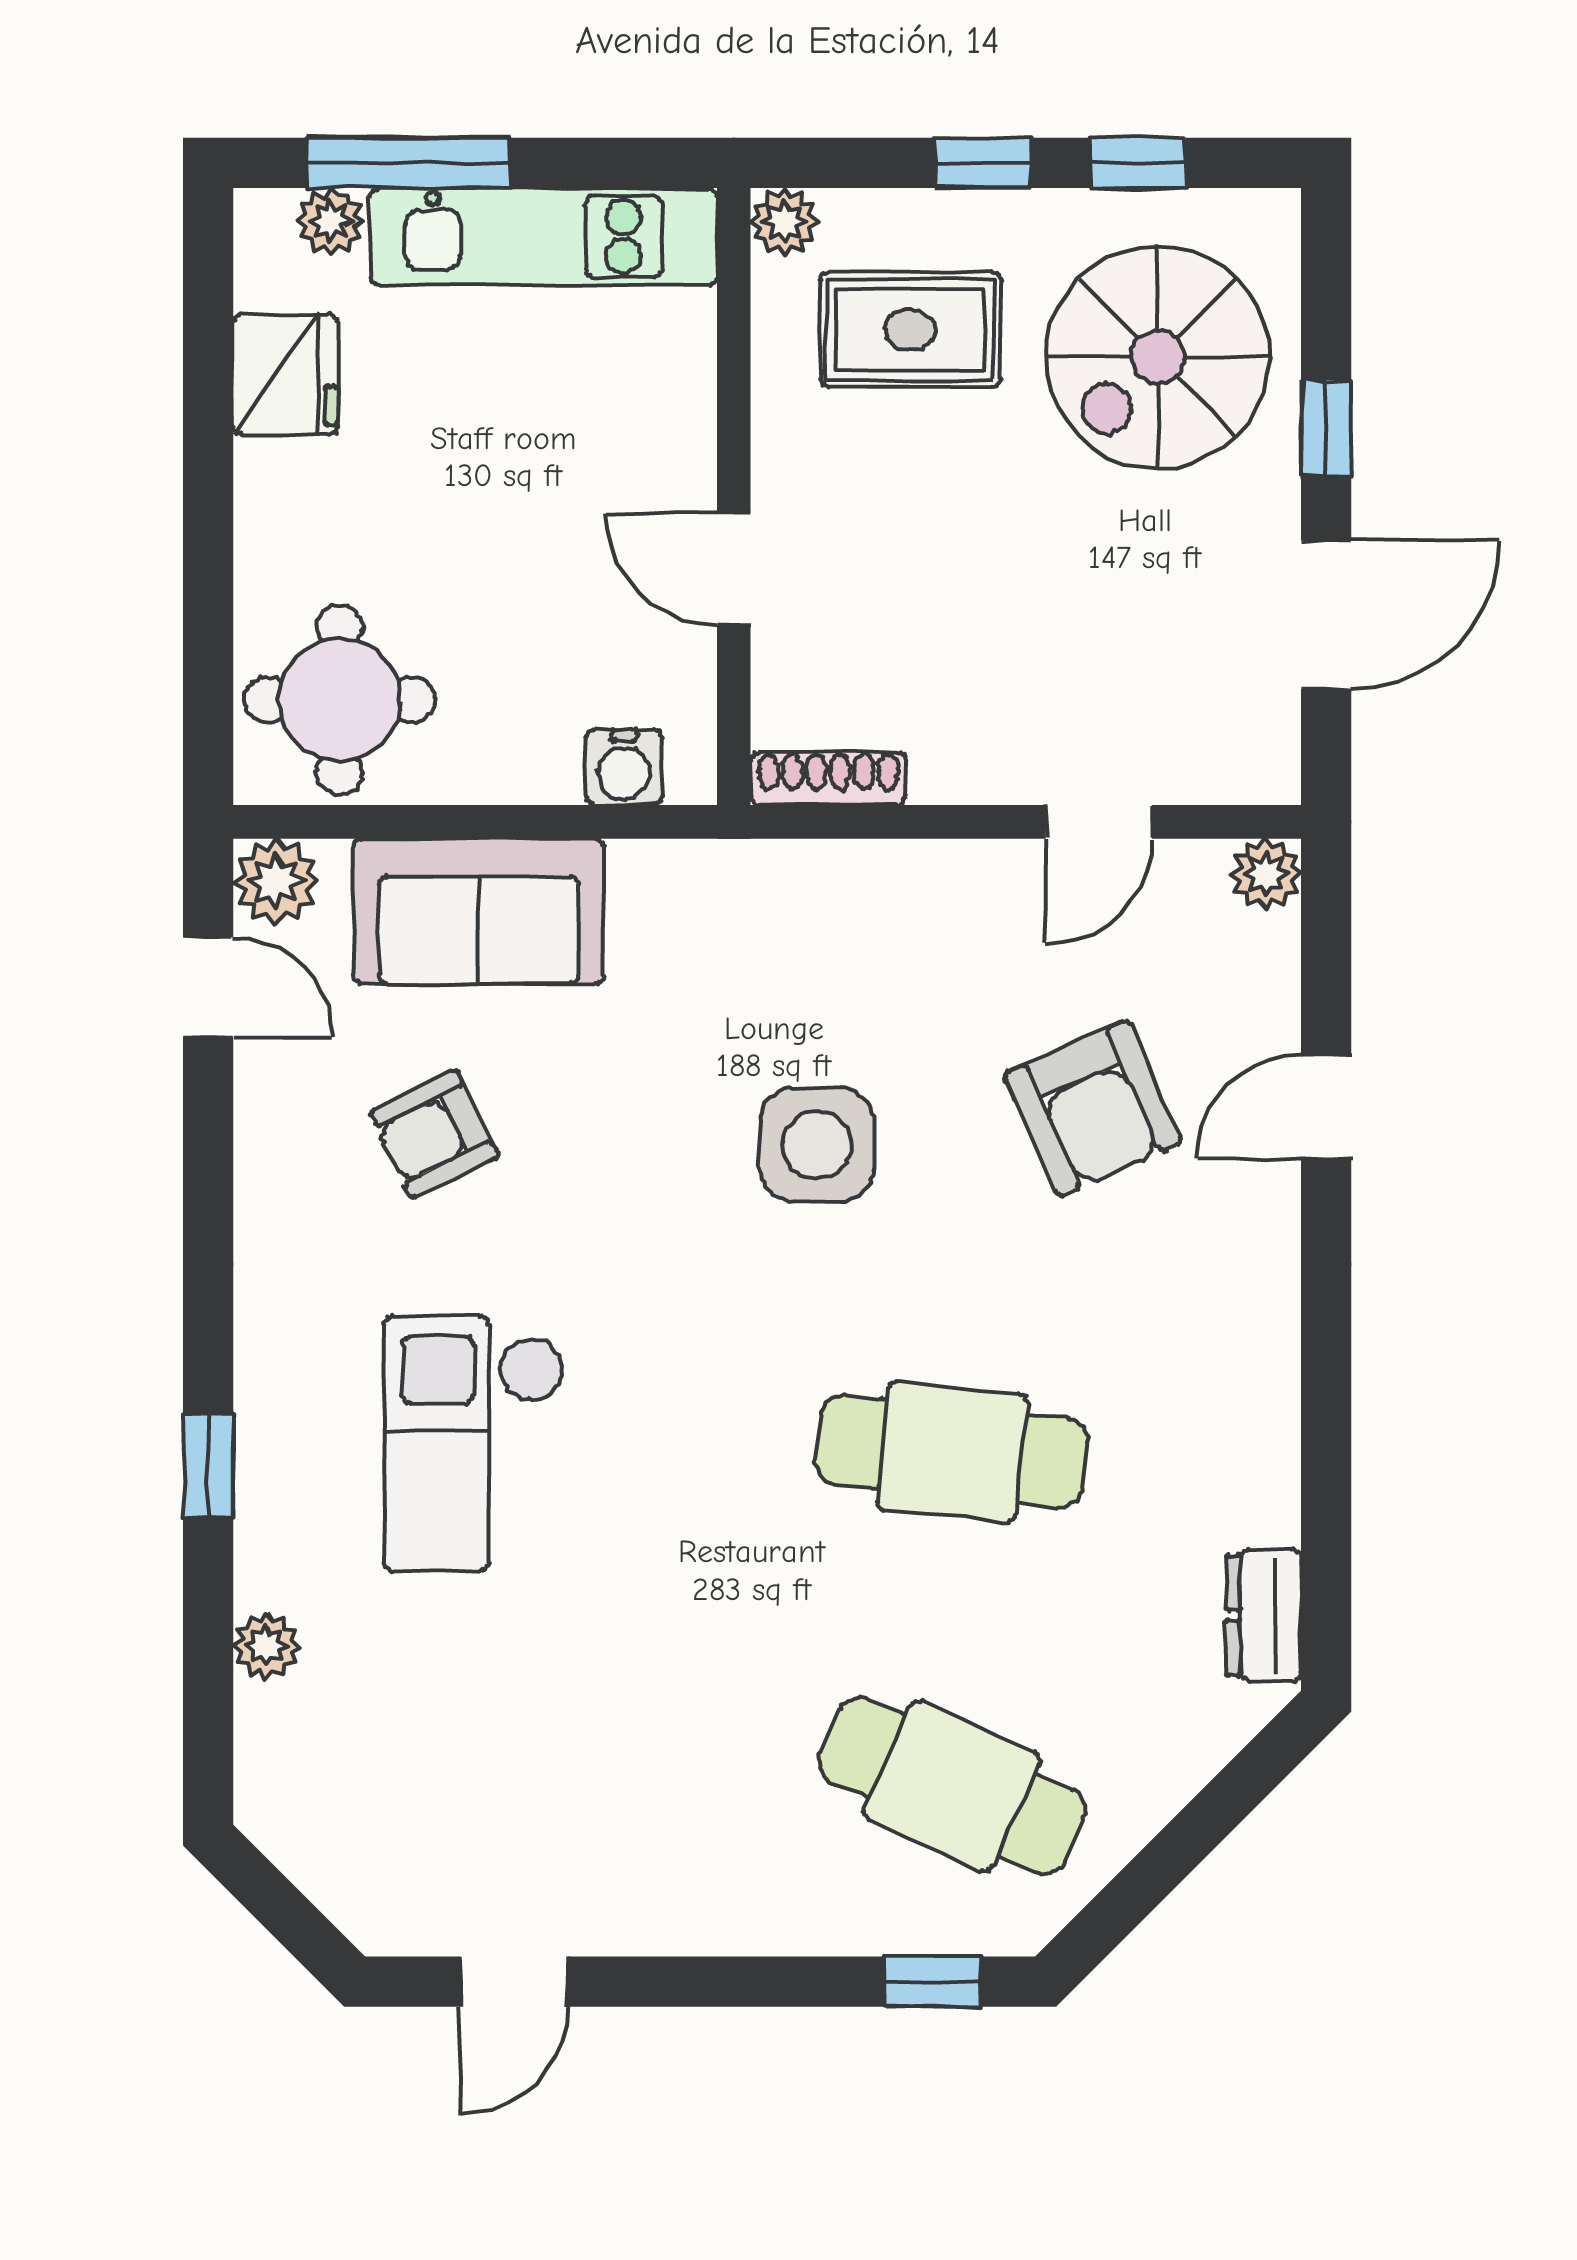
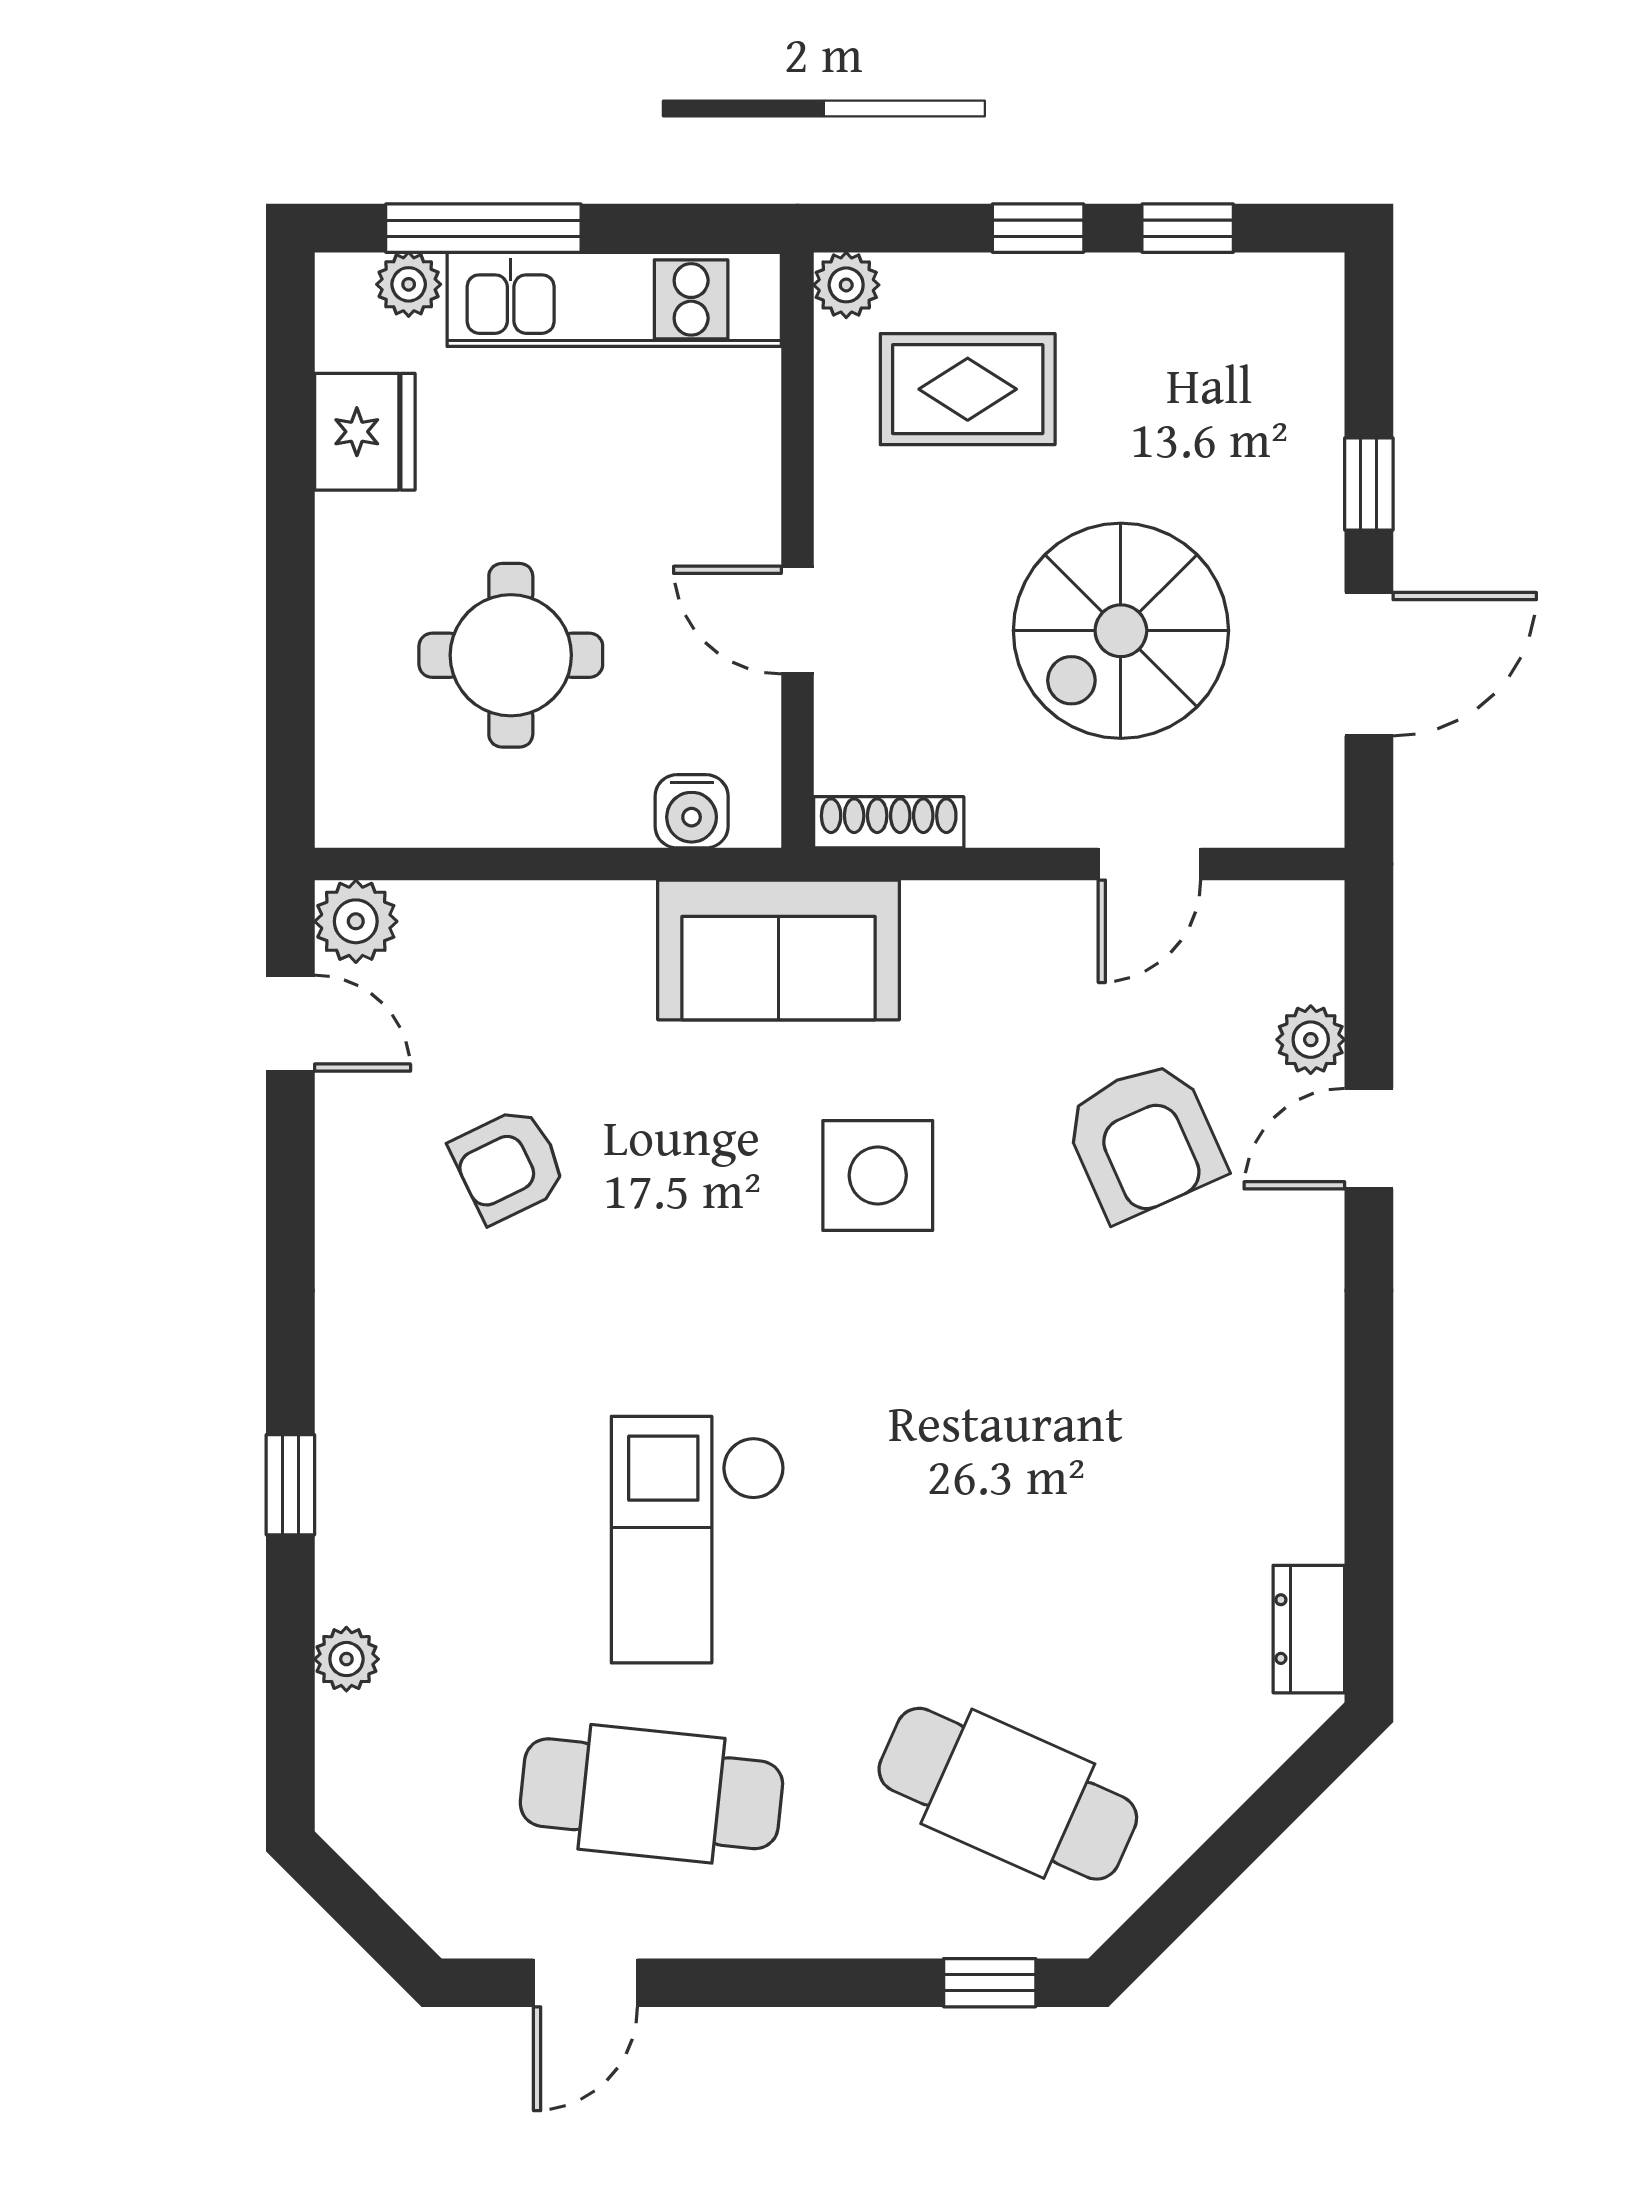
spiral stairs: (1158, 357) -> (1121, 631), moved
round table: (340, 700) -> (511, 655), moved
plant: (1266, 874) -> (1311, 1040), moved
sofa: (478, 911) -> (779, 950), moved
checkout: (474, 1444) -> (698, 1540), moved
cafe table: (952, 1452) -> (651, 1794), moved

